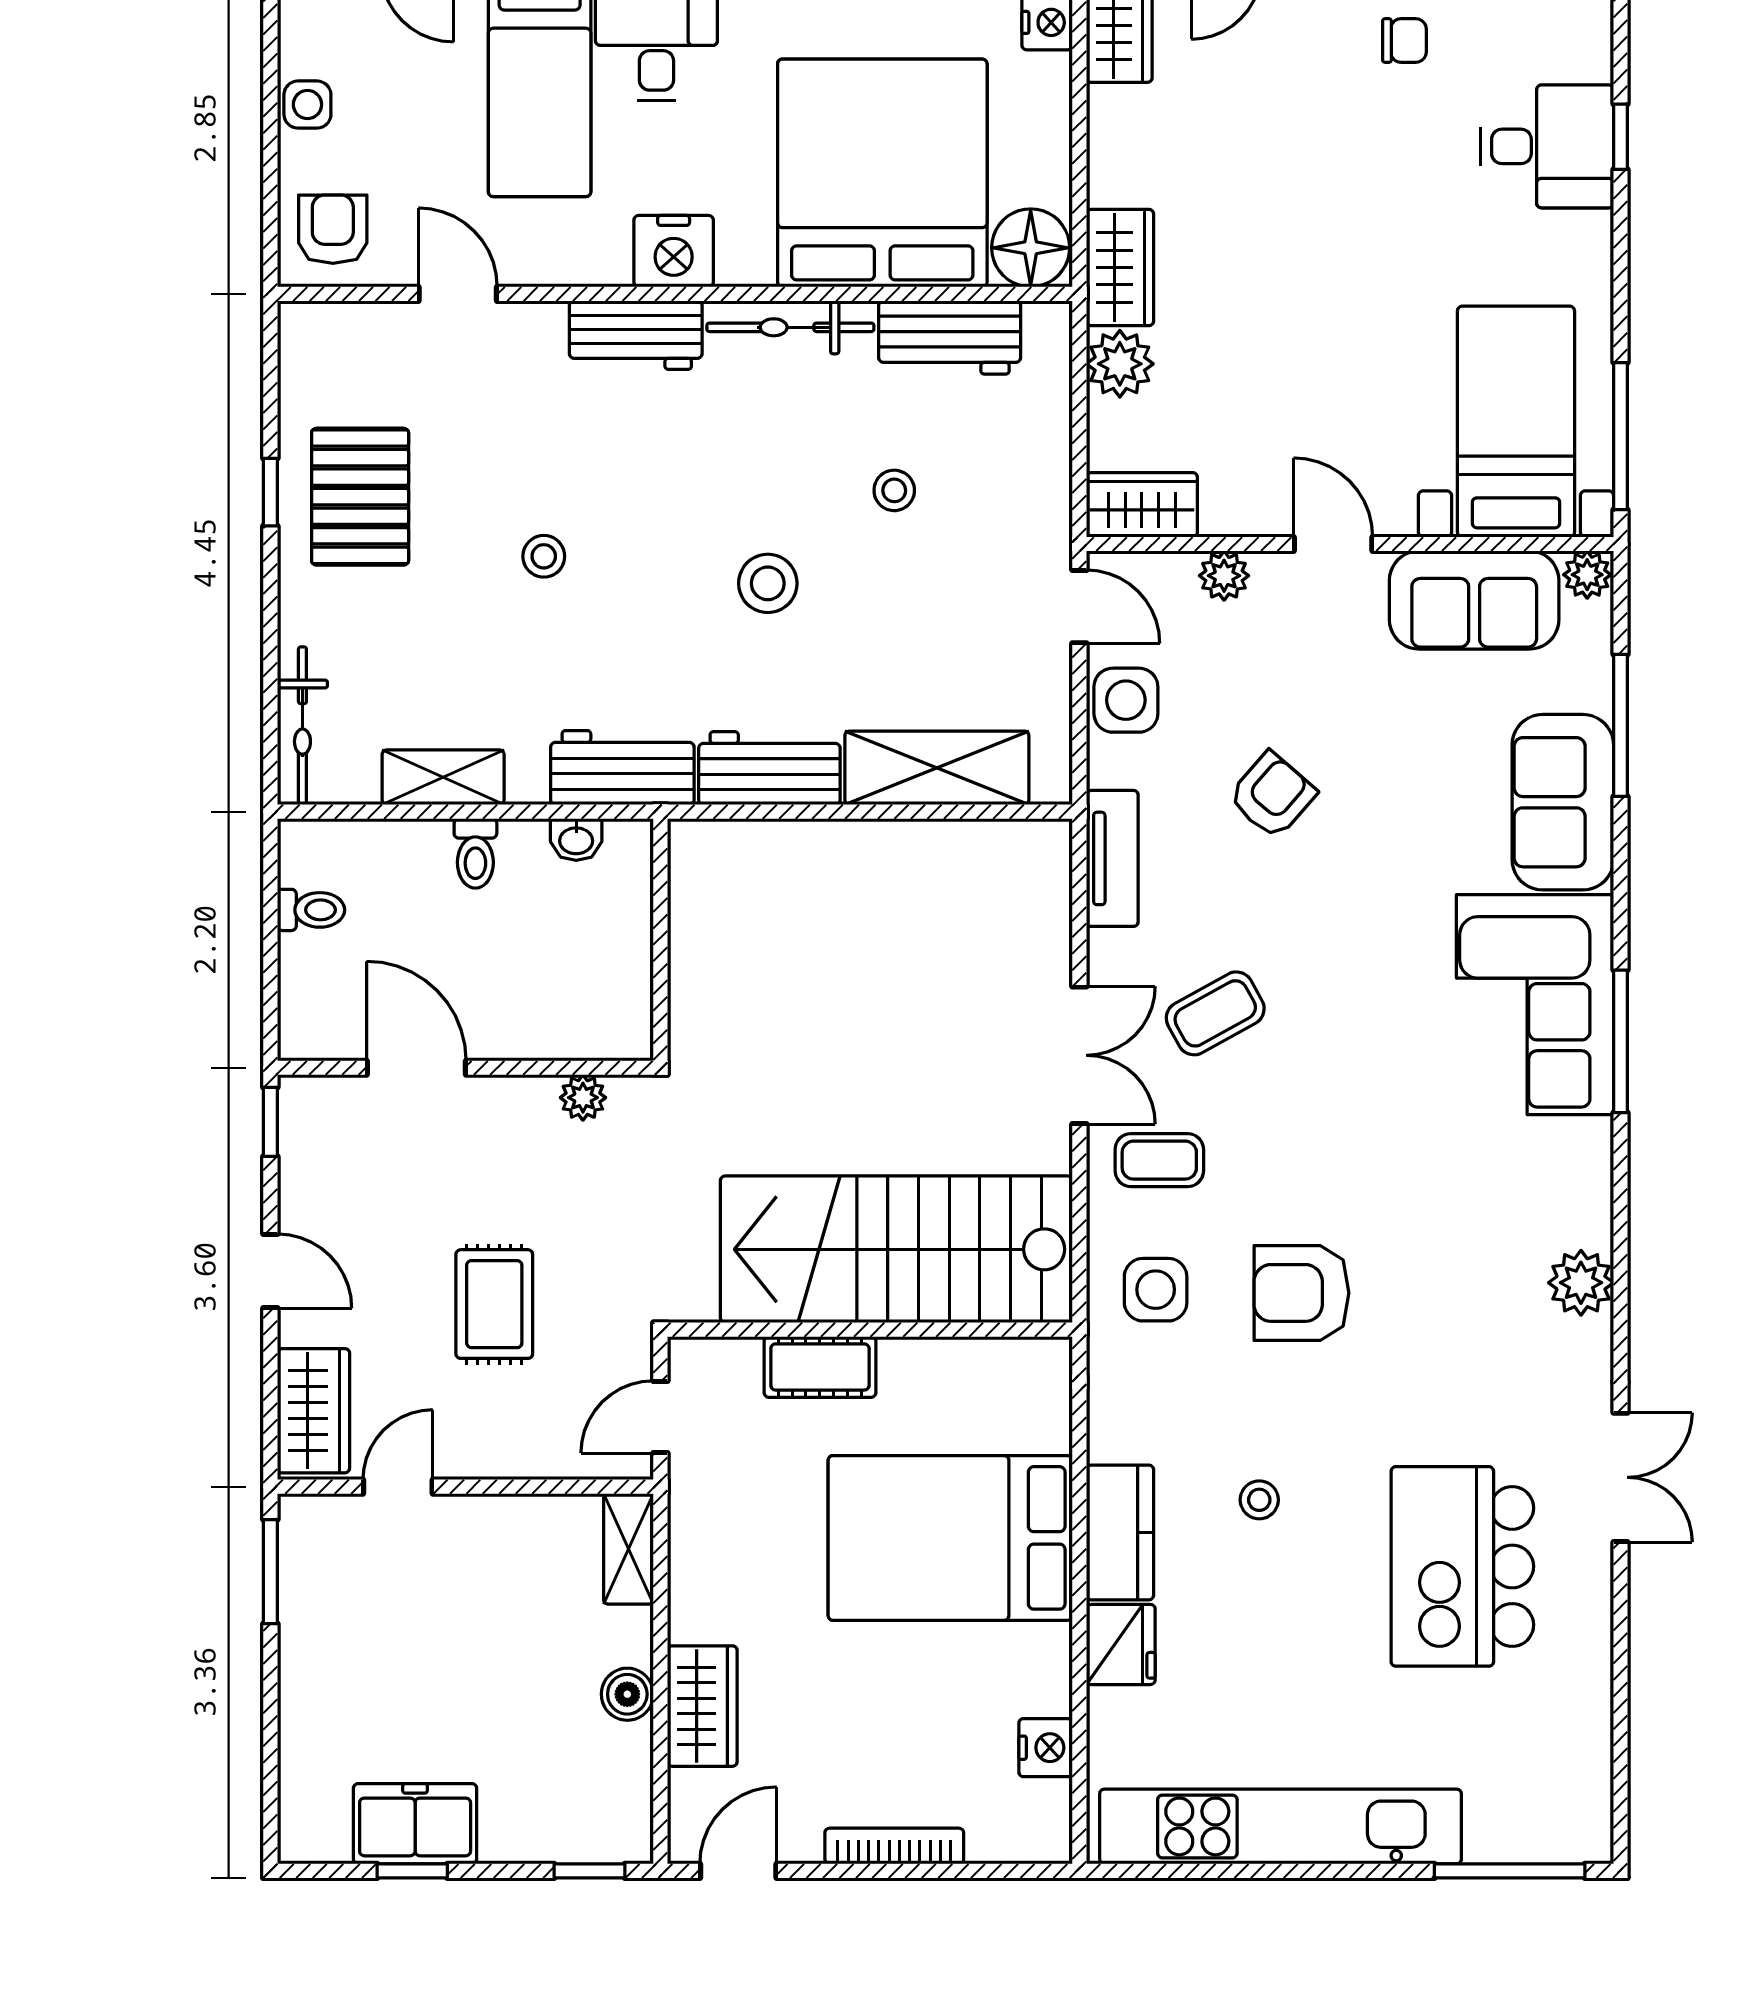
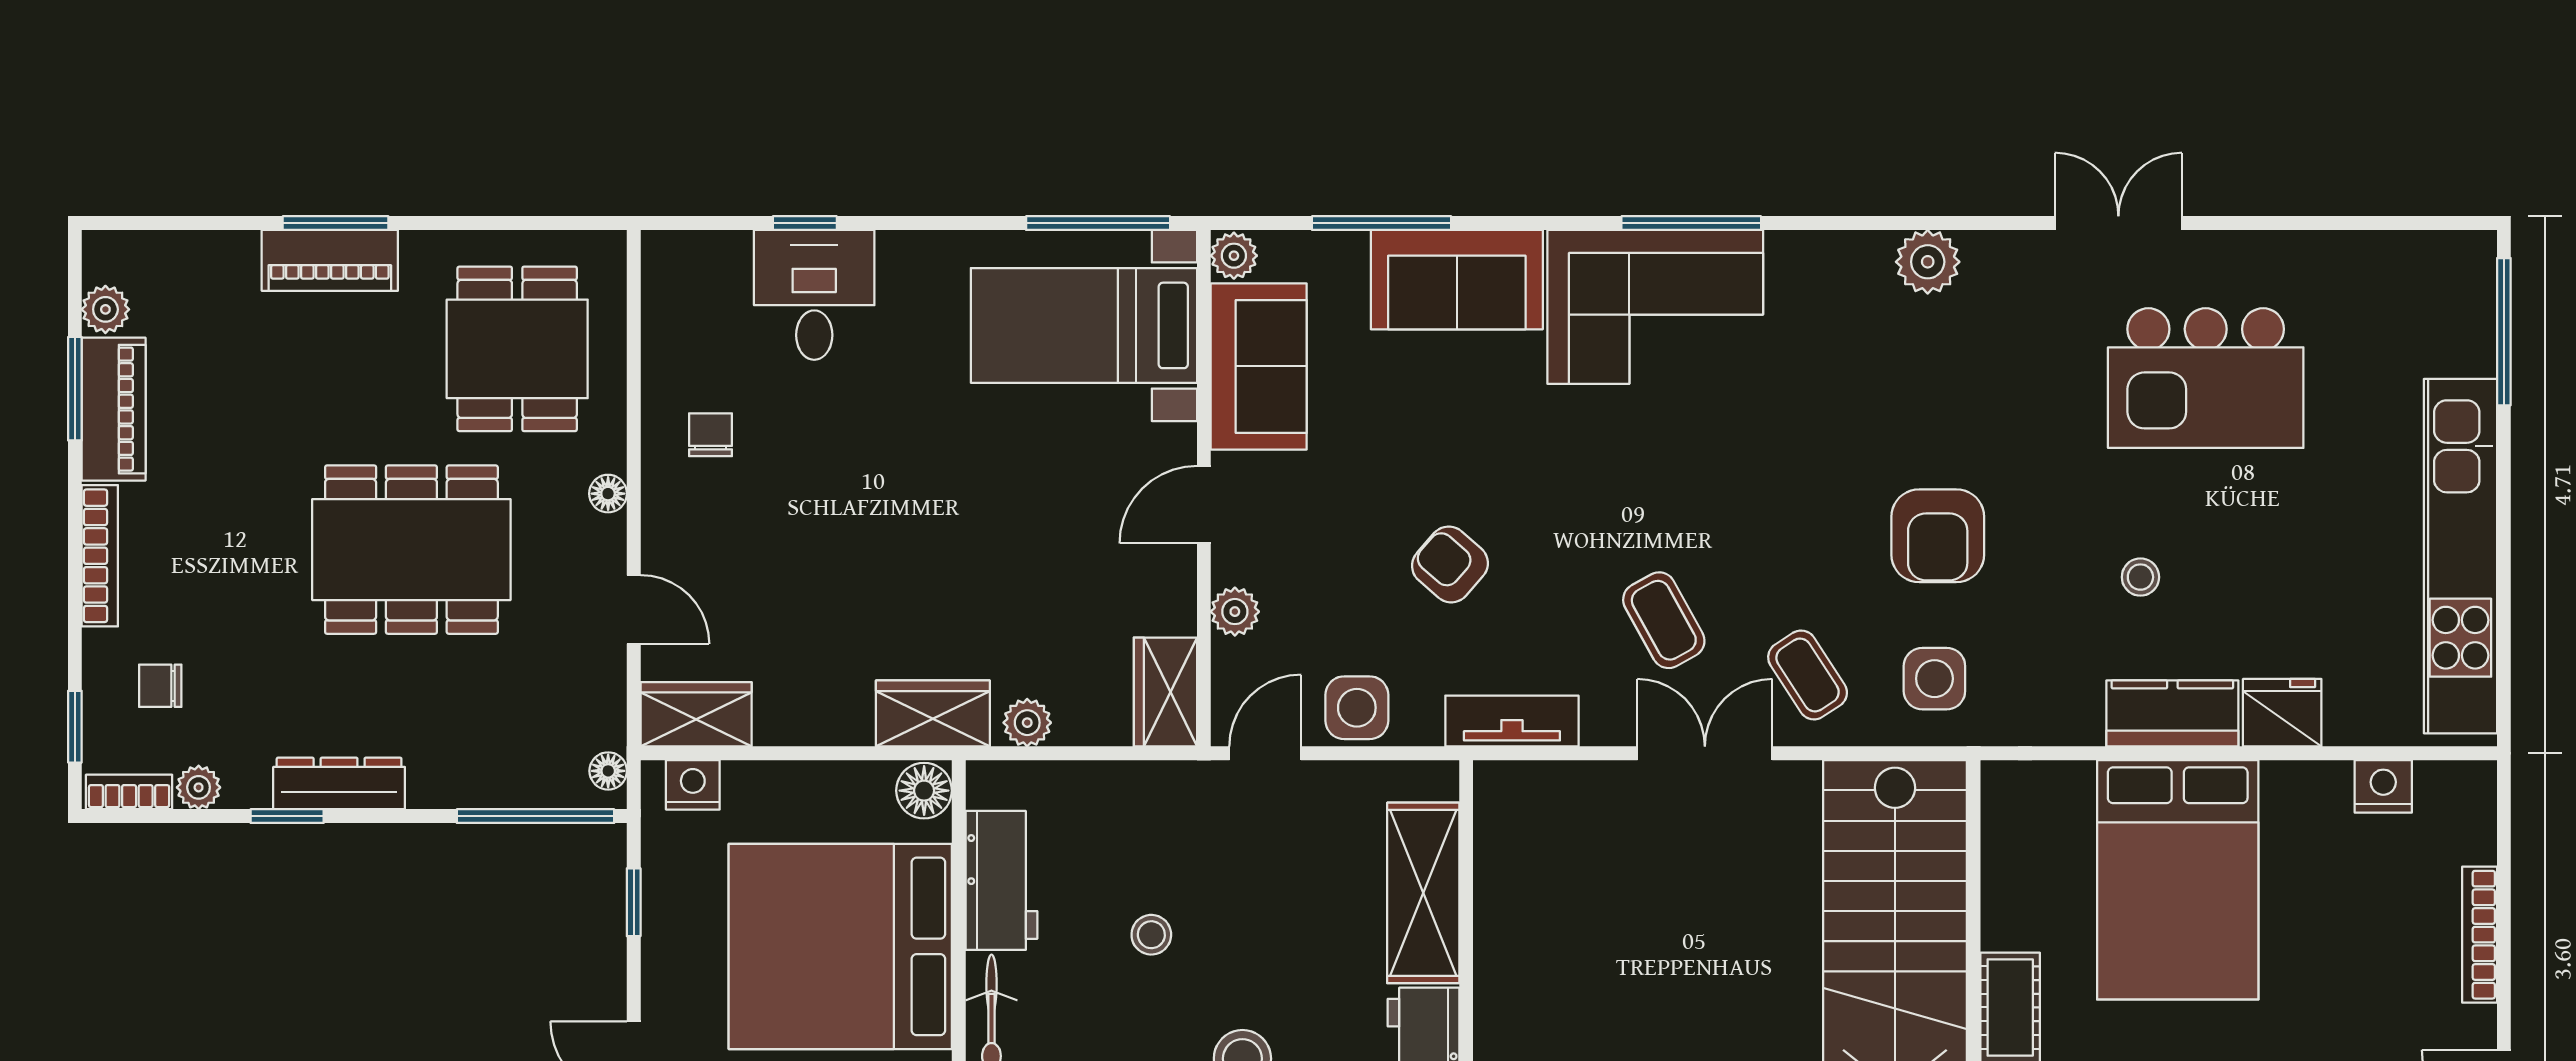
floor lamp: (1031, 248) -> (924, 791), width x0.73, depth x0.73
plant: (1120, 364) -> (1027, 723), width x0.73, depth x0.73
coffee table: (1159, 1160) -> (1808, 675), turned -33

